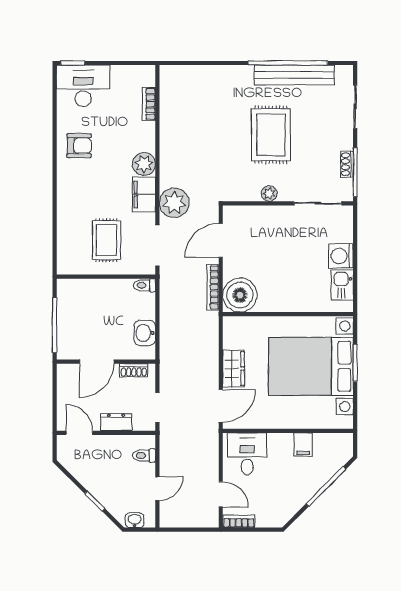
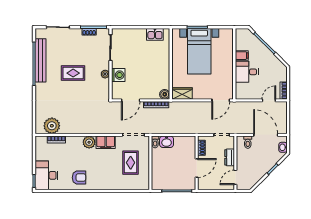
rug: (271, 135) -> (73, 73), width x0.73, depth x0.70
armchair: (79, 146) -> (79, 178), turned 90
plant: (174, 203) -> (52, 126), moved
rug: (106, 240) -> (131, 163), turned 90
door: (221, 241) -> (131, 100), hinge flipped
washing machine: (341, 256) -> (118, 75), moved, turned -90
boiler: (240, 295) -> (165, 94), width x0.54, depth x0.54
washbasin: (145, 333) -> (167, 142), moved
door: (97, 362) -> (197, 168), hinge flipped
bed with nightstands: (311, 366) -> (199, 51), width x0.73
wardrobe: (233, 369) -> (182, 93), moved
door: (221, 406) -> (221, 100), swing flipped
desk: (247, 454) -> (247, 72), moved
door: (157, 489) -> (266, 135), width x1.87

